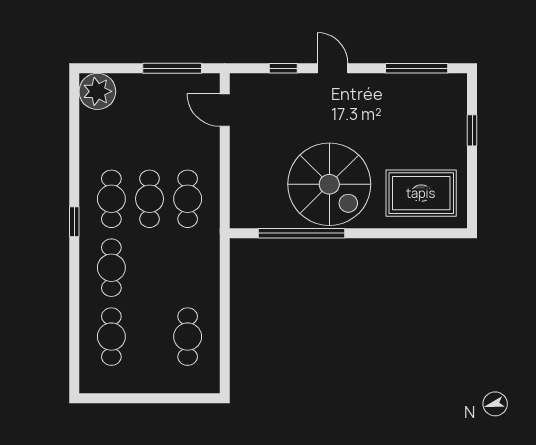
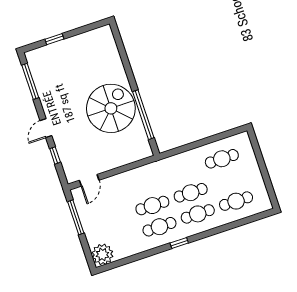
rug: (421, 193) -> (99, 56), removed
cafe table: (188, 199) -> (191, 193), moved

